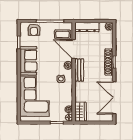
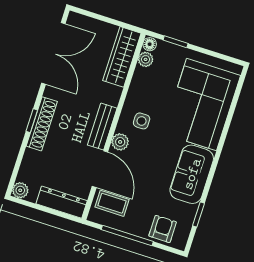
wardrobe: (80, 112) -> (122, 57), width x1.50

